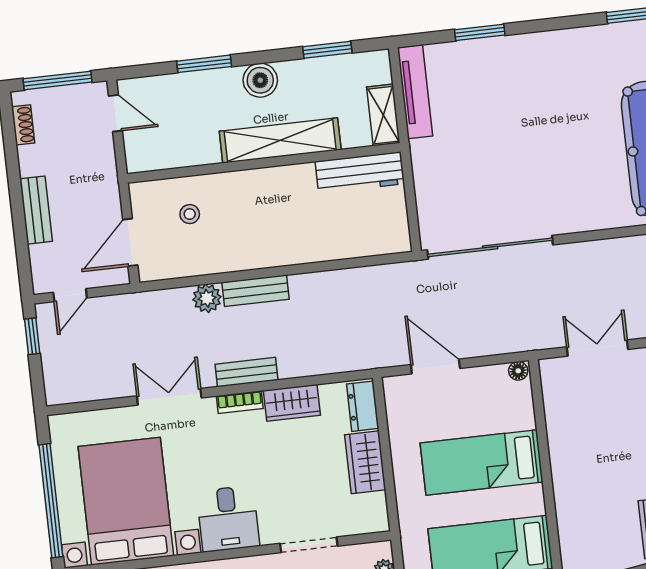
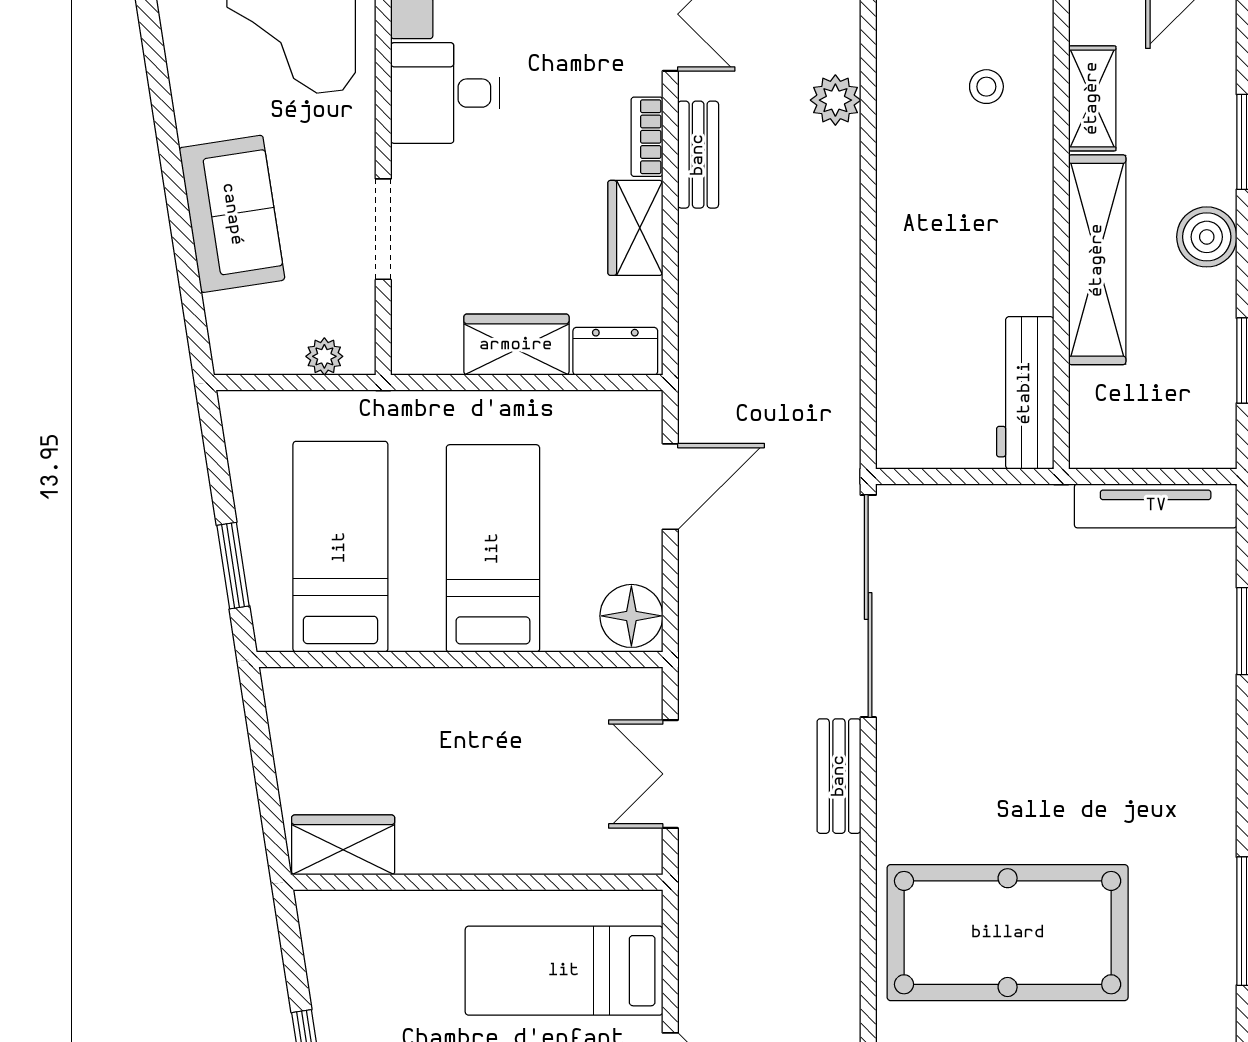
shelving: (383, 115) -> (1092, 98), moved, turned 90
bench: (256, 291) -> (839, 776), moved
double door: (597, 348) -> (670, 774), swing flipped
floor lamp: (518, 371) -> (631, 616), width x1.89, depth x1.89

